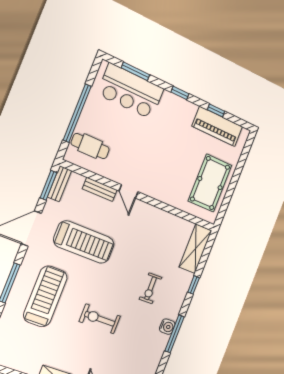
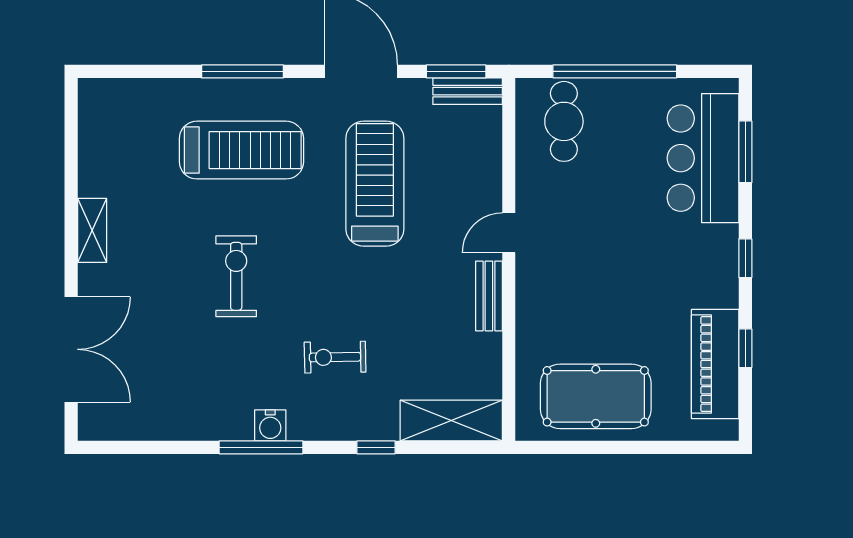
bench: (100, 189) -> (489, 296), moved
treadmill: (84, 242) -> (375, 184), turned 180

